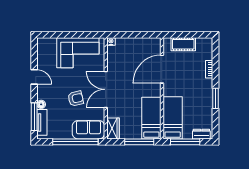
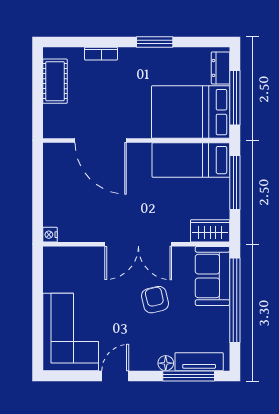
cot: (183, 44) -> (55, 81), moved
corner sofa: (78, 53) -> (71, 332), moved
bed: (173, 118) -> (191, 112), width x1.50

